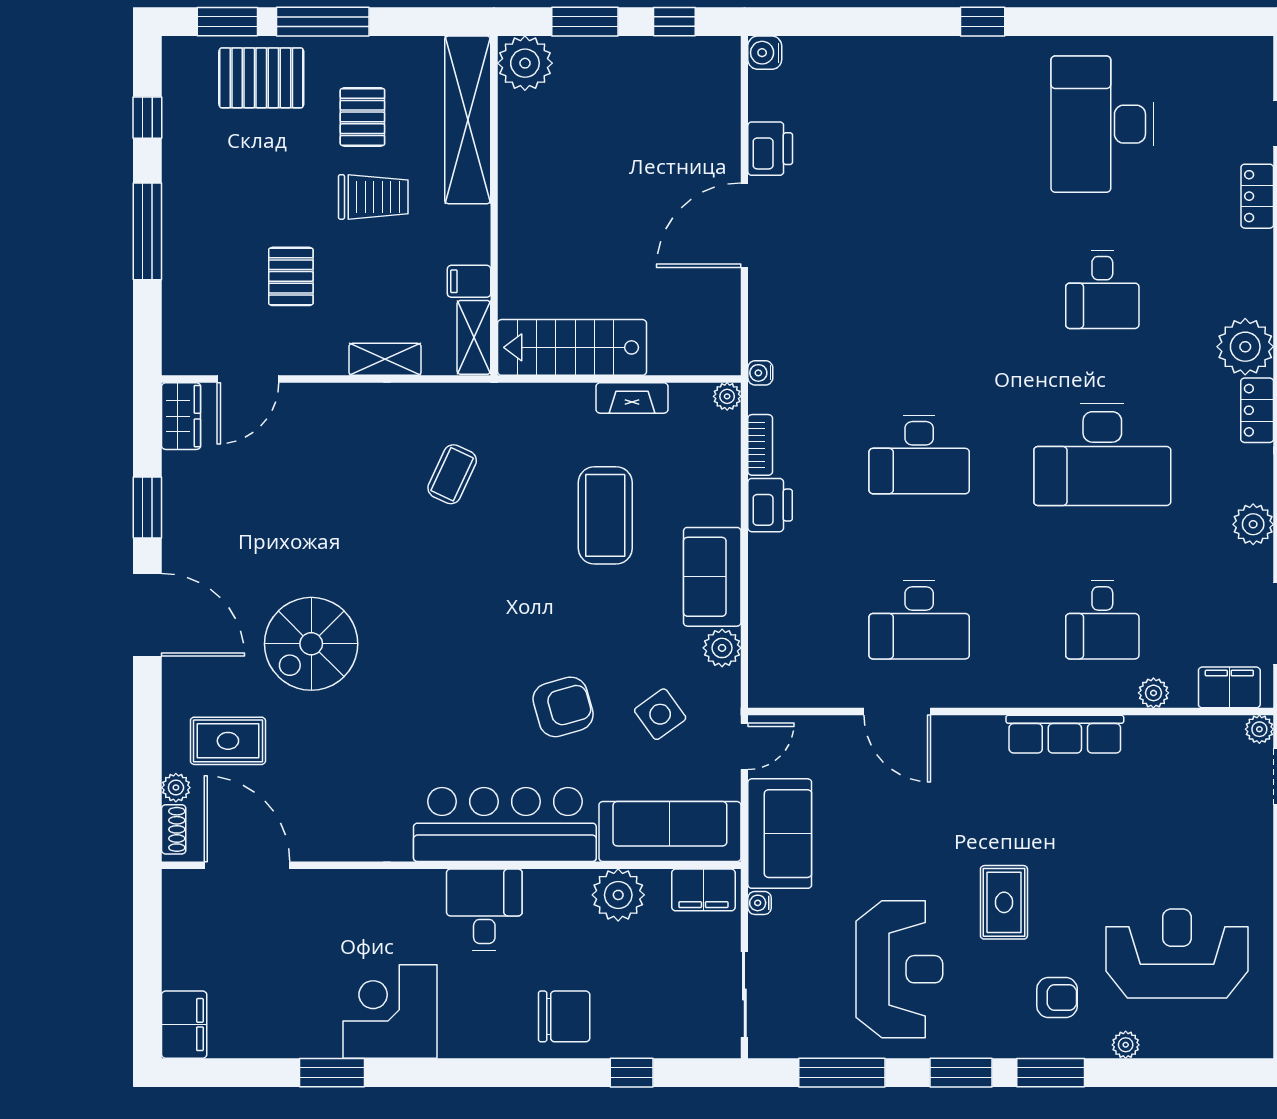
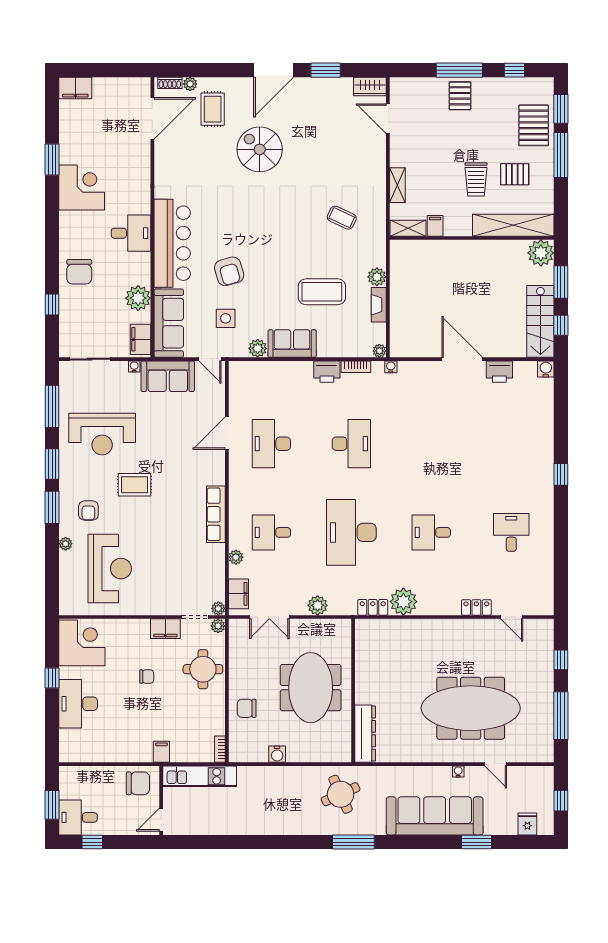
desk: (1102, 124) -> (511, 532), width x0.53, depth x0.77
pallet: (291, 276) -> (460, 96), moved, turned 90
stairs: (572, 347) -> (540, 321), moved, turned 180
plant: (574, 402) -> (377, 277), added
desk: (919, 455) -> (351, 444), turned 180
side table: (660, 714) -> (226, 318), turned 36

